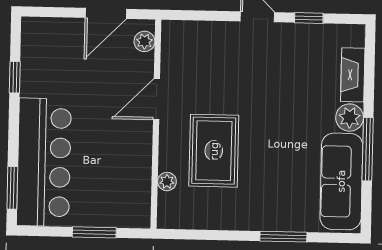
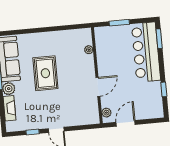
rug: (214, 151) -> (45, 73), moved
window: (283, 237) -> (33, 31), removed

